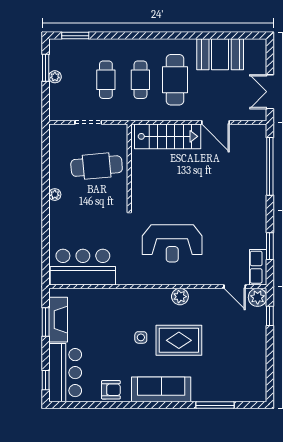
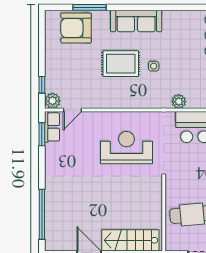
window: (270, 246) -> (42, 134), moved
door: (235, 287) -> (72, 110), swing flipped
plant: (180, 297) -> (179, 102), moved
armchair: (111, 390) -> (76, 28), moved, width x1.88, depth x1.88

